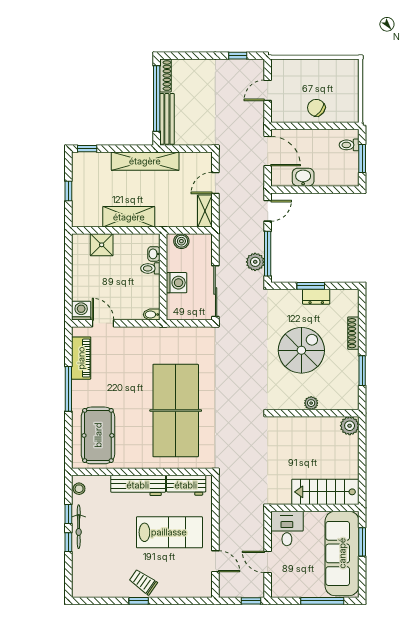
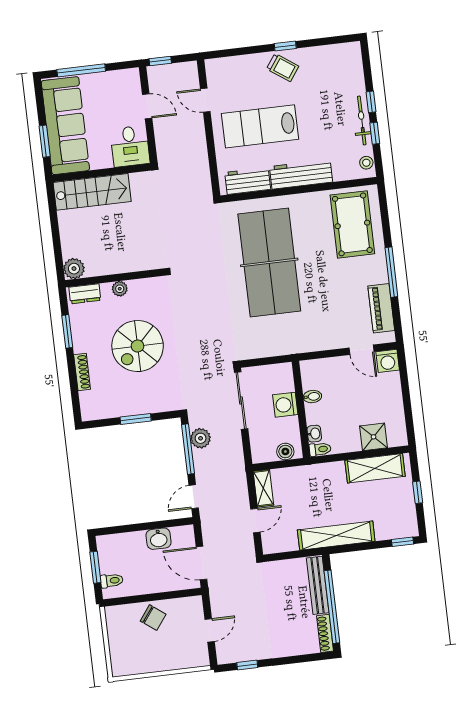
shelving: (129, 217) -> (375, 468), moved
toilet: (150, 268) -> (320, 449), moved
dresser: (316, 297) -> (85, 294), moved, turned 180
bidet: (152, 315) -> (312, 397), moved

